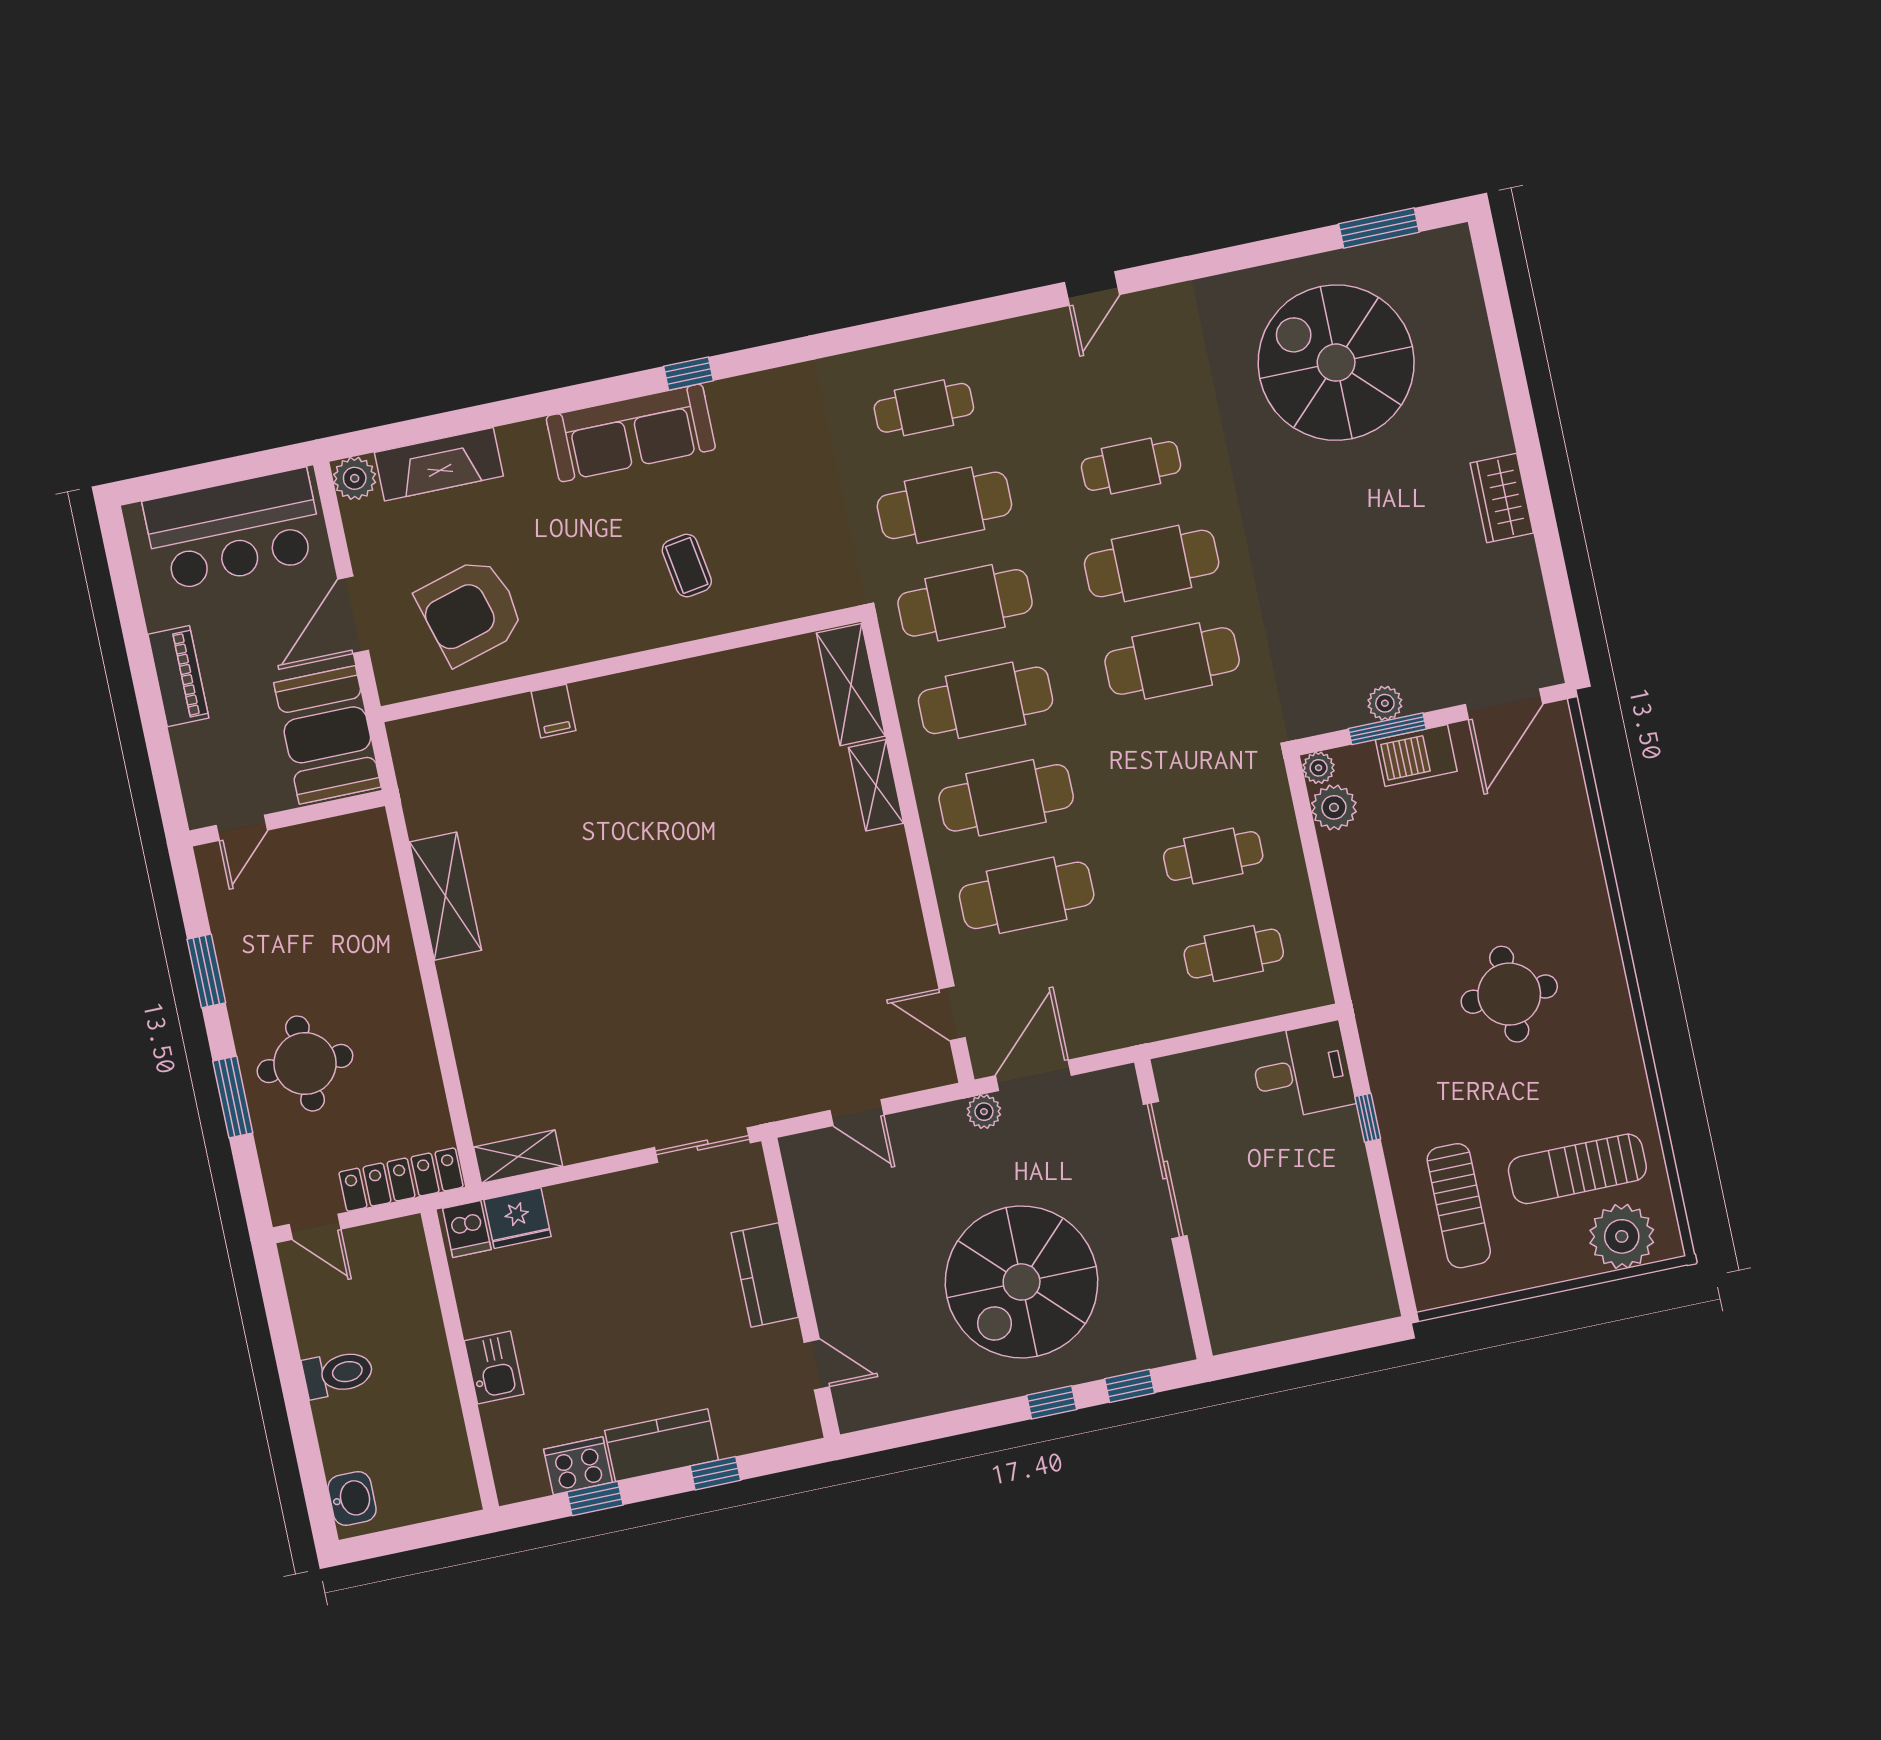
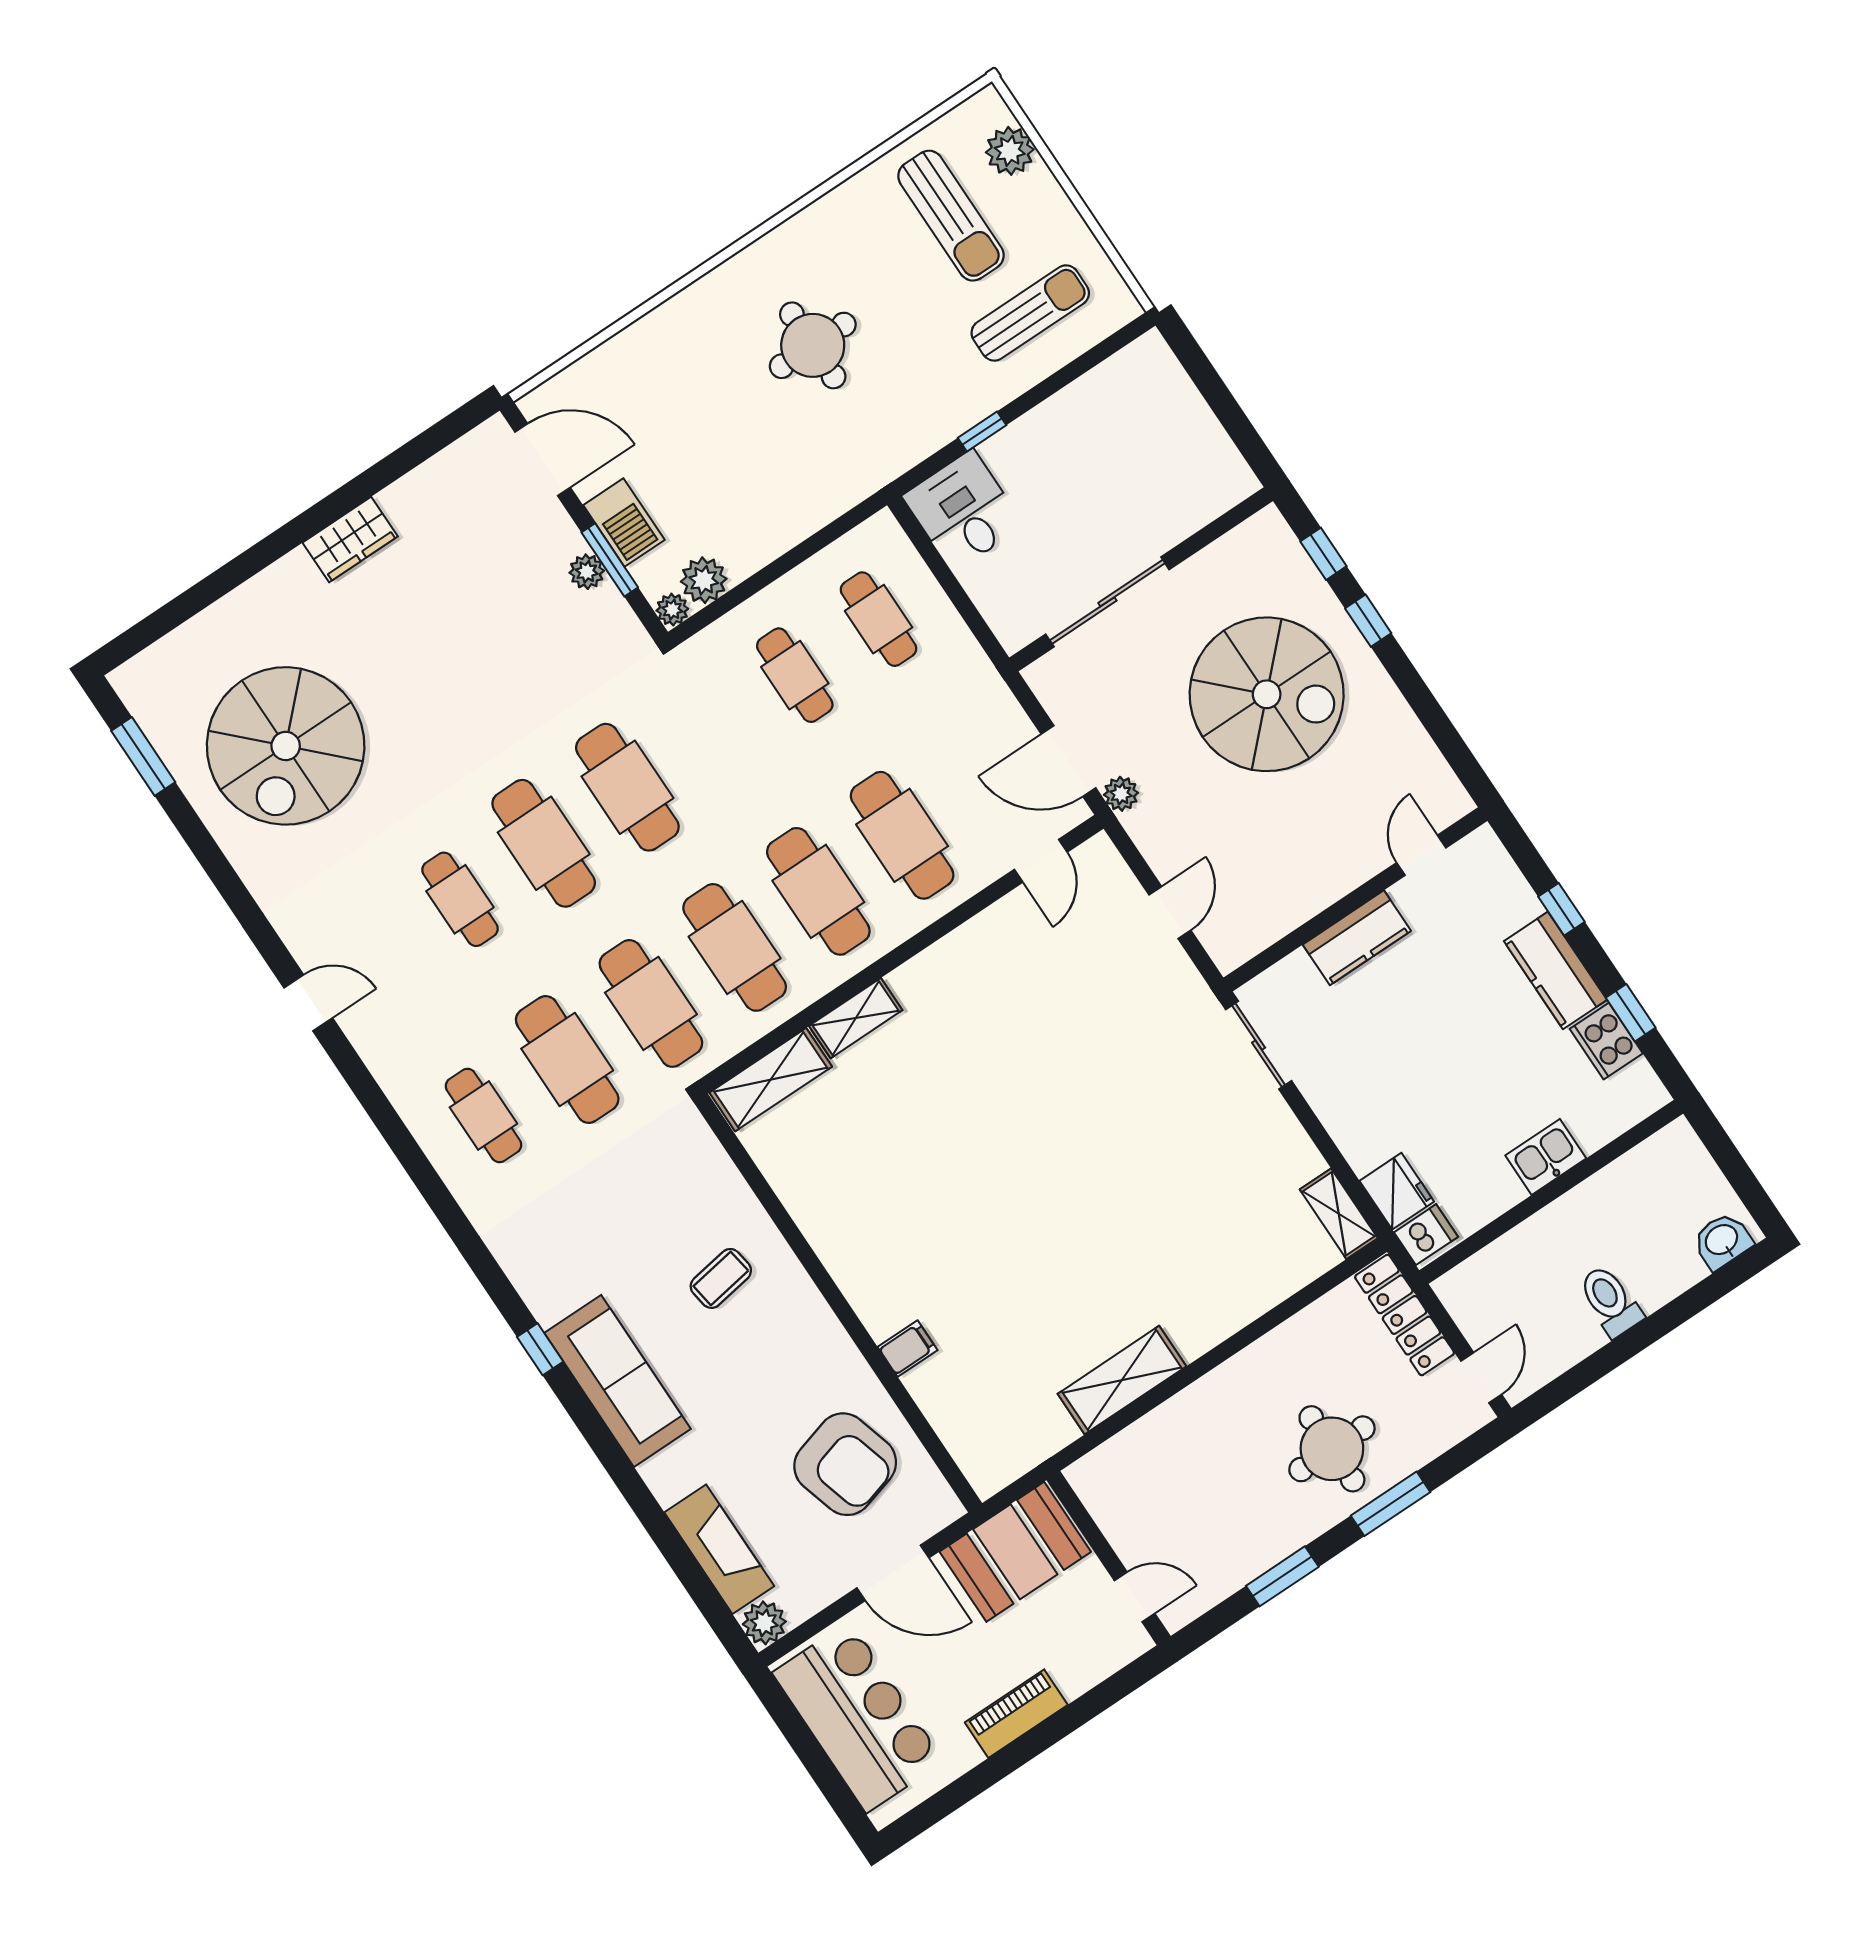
plant: (1622, 1236) -> (1010, 151), width x0.73, depth x0.73

